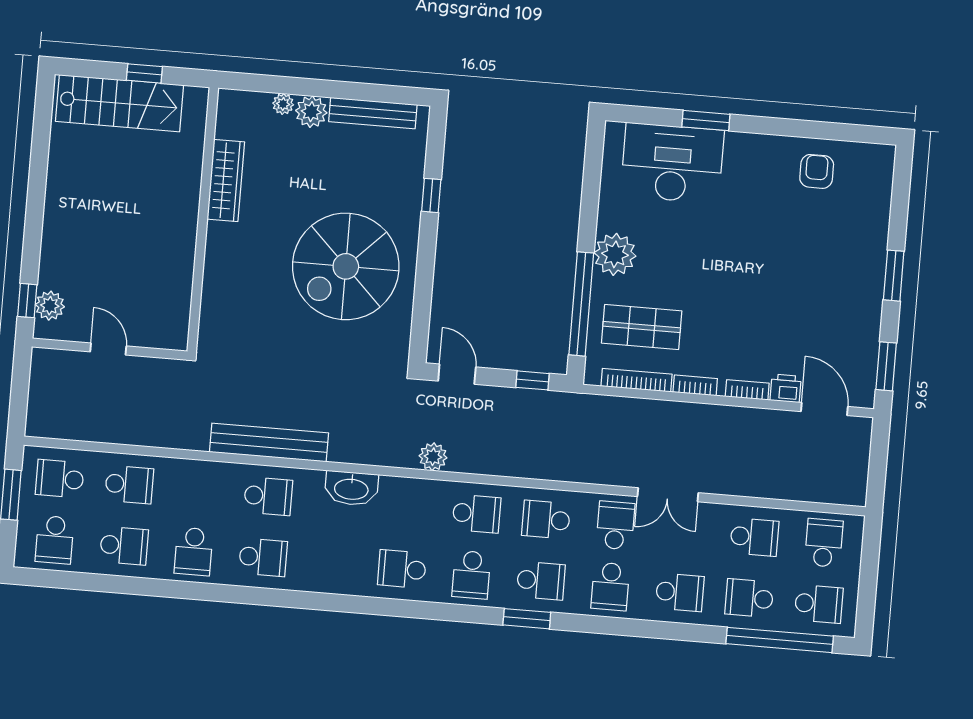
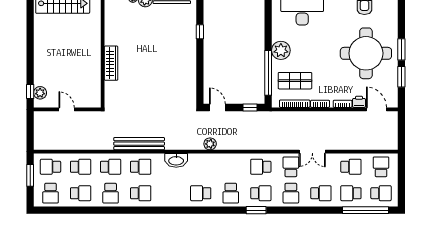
wardrobe: (226, 180) -> (111, 63), moved
spiral stairs: (346, 266) -> (166, 65), removed
round table: (811, 278) -> (366, 53), added
window: (886, 366) -> (401, 77), moved
school desk: (477, 514) -> (111, 167), moved

